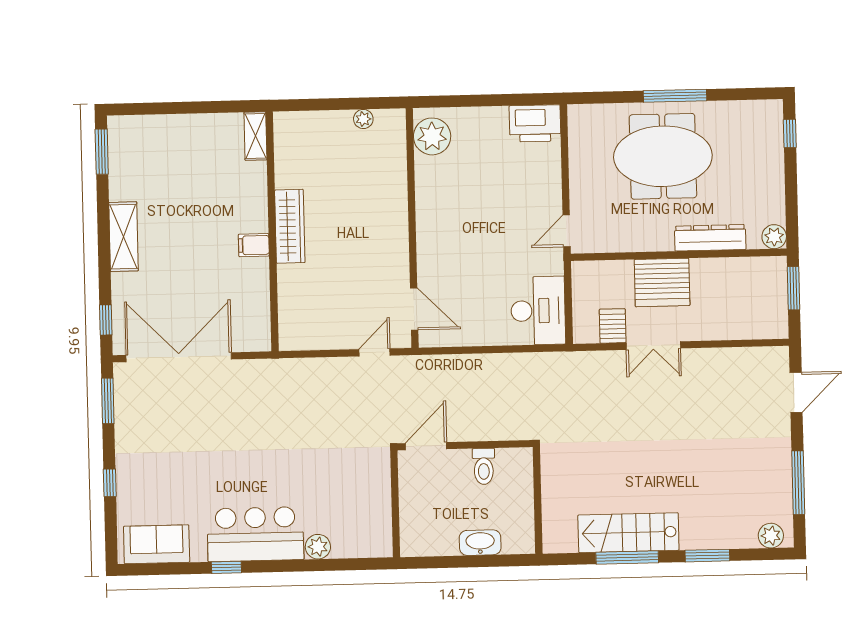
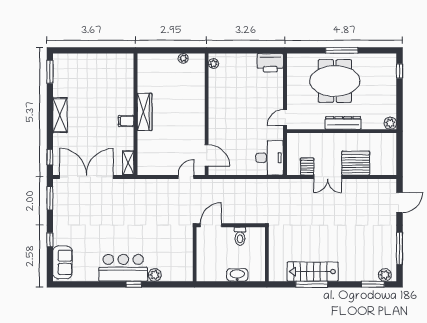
shelving: (255, 136) -> (128, 163), moved
plant: (432, 136) -> (213, 64), width x0.53, depth x0.53
dresser: (710, 238) -> (343, 123), moved
server rack: (662, 283) -> (356, 163), moved, turned 180
window: (794, 288) -> (399, 150), removed
sofa: (157, 544) -> (62, 262), moved, turned 90
window: (707, 556) -> (373, 284), moved
window: (226, 567) -> (134, 284), moved

